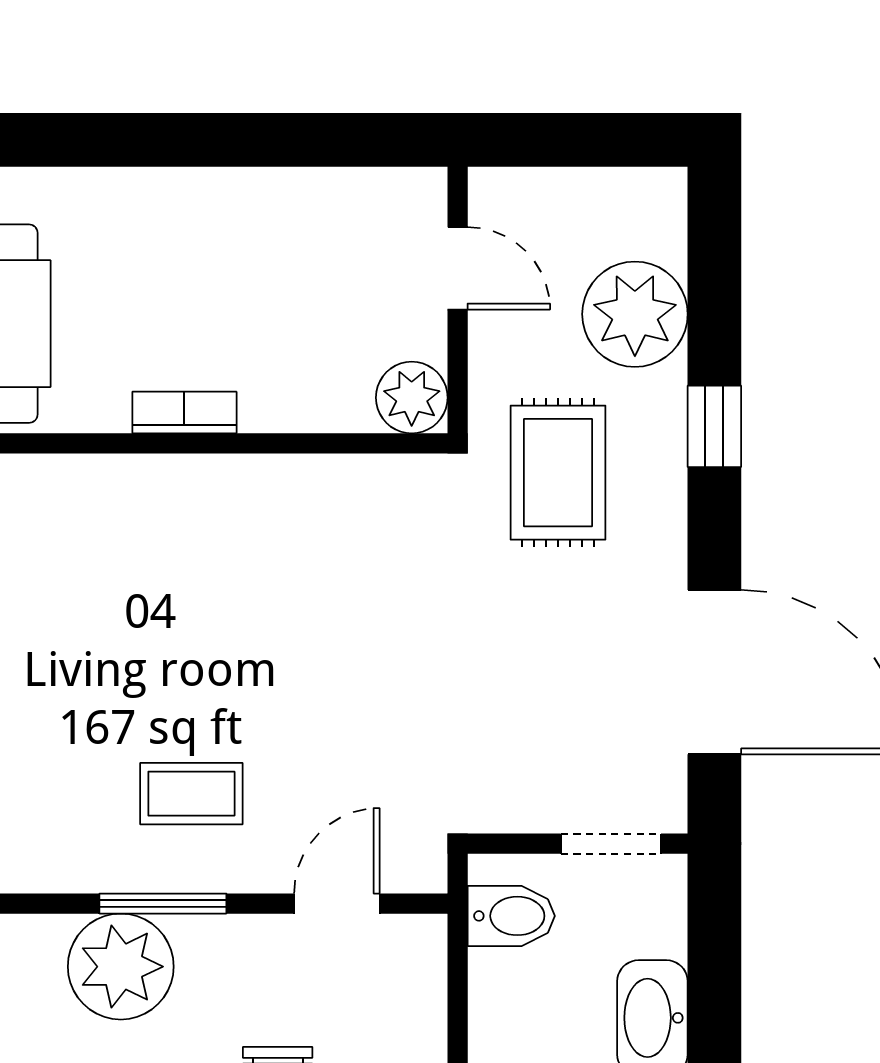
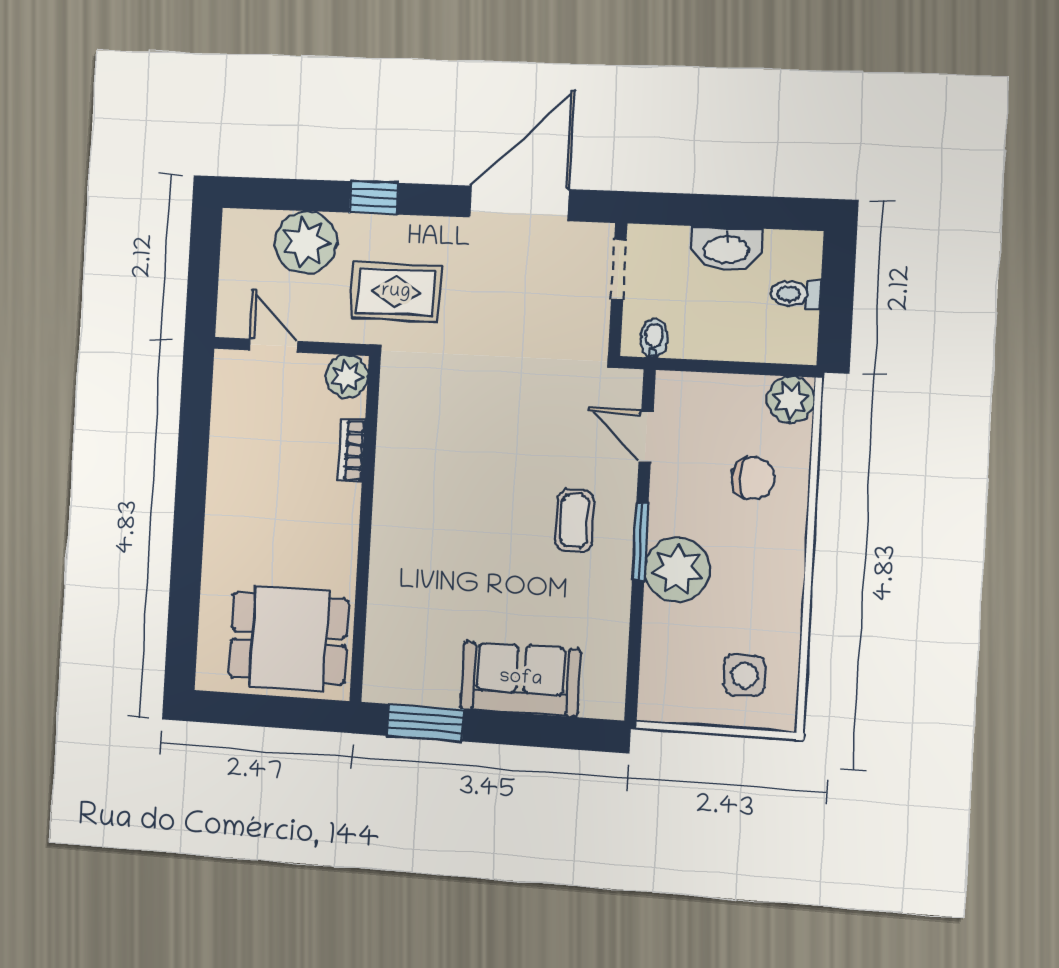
door: (458, 268) -> (273, 346), hinge flipped
bookcase: (184, 413) -> (351, 450), moved
bidet: (511, 916) -> (654, 338), width x0.72, depth x0.74

